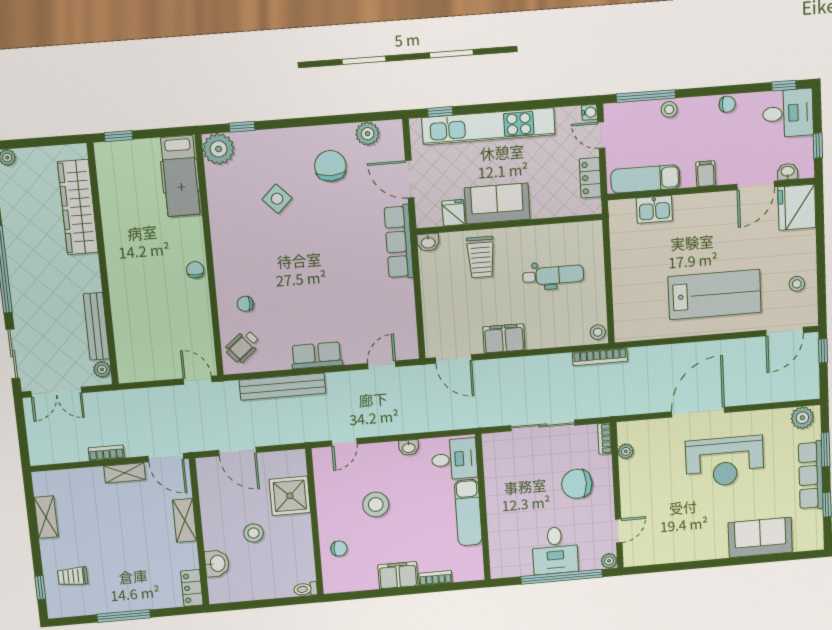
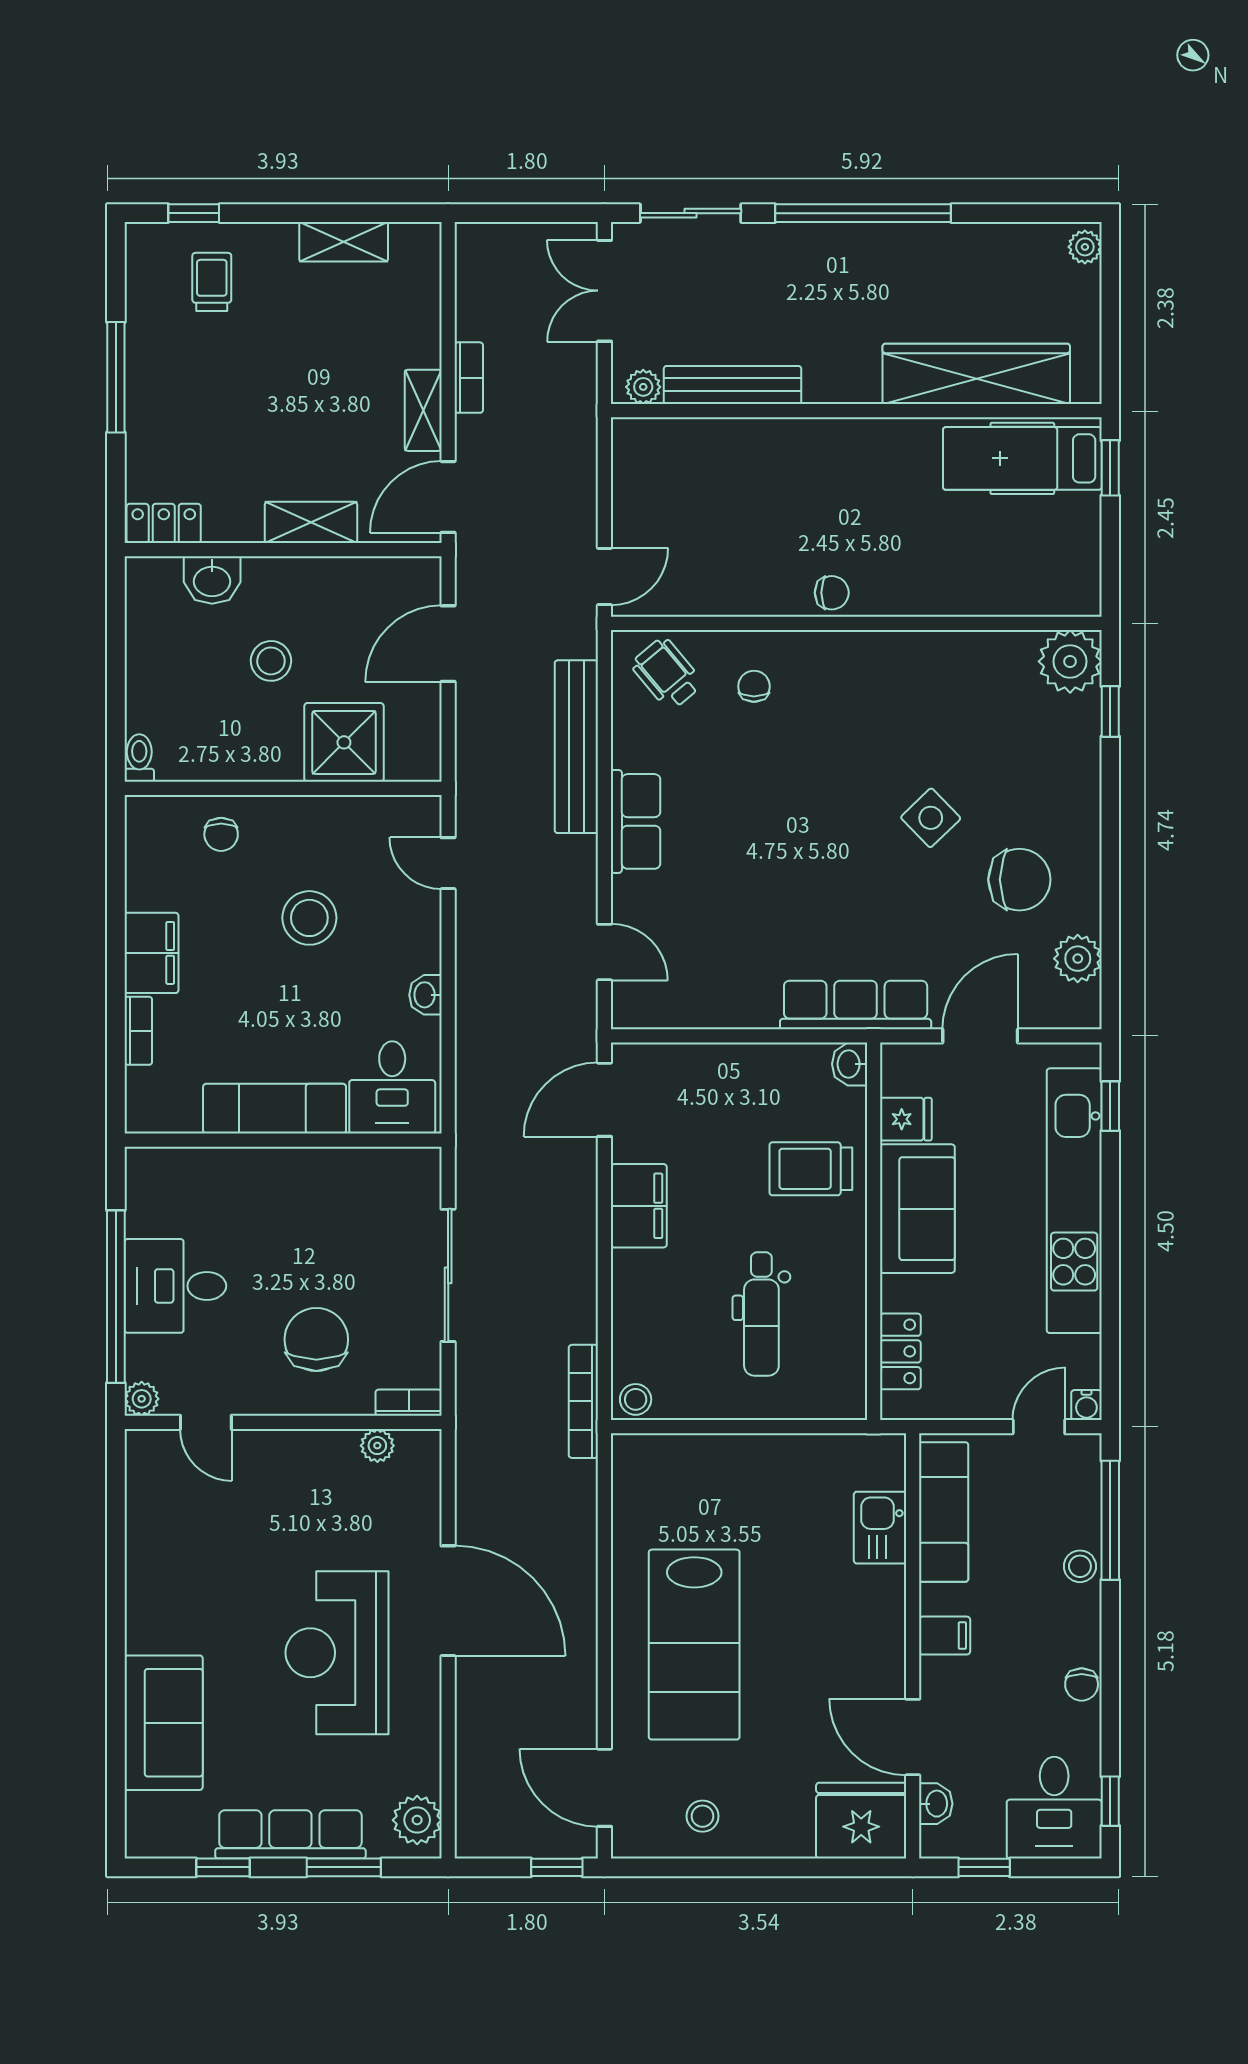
hospital bed: (180, 176) -> (1022, 458), moved
locker: (590, 178) -> (900, 1351), moved, turned 90
side table: (277, 199) -> (931, 818), moved

